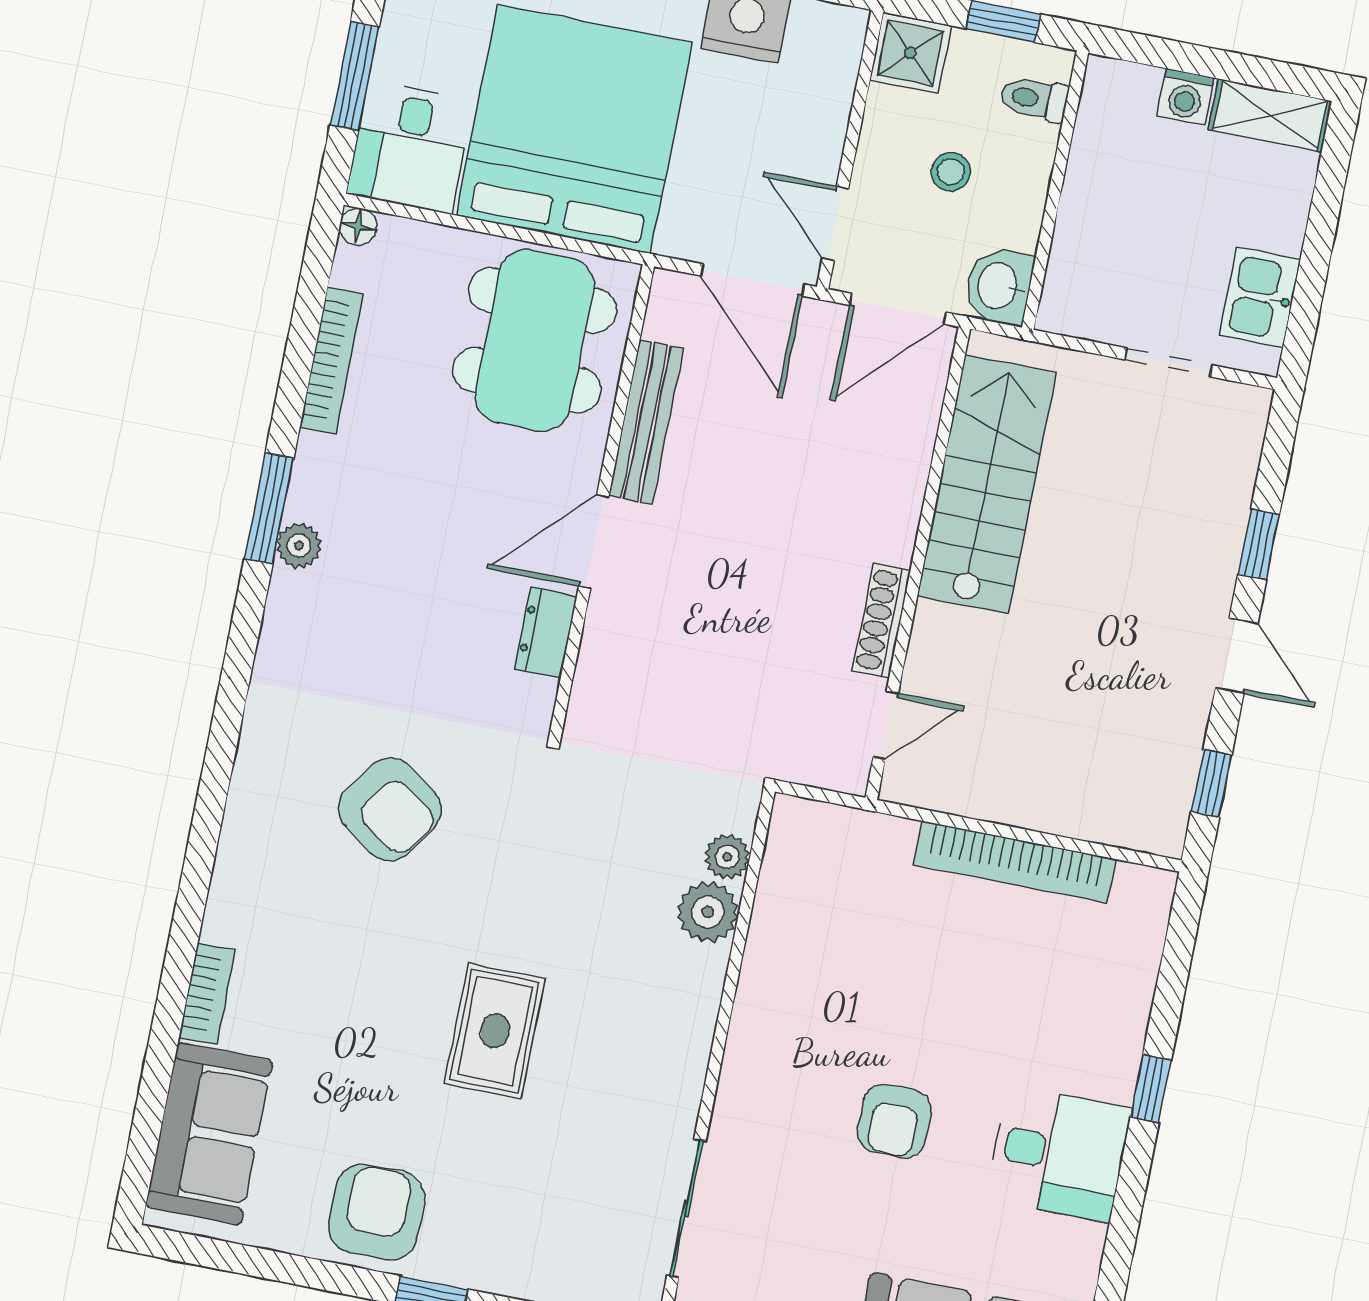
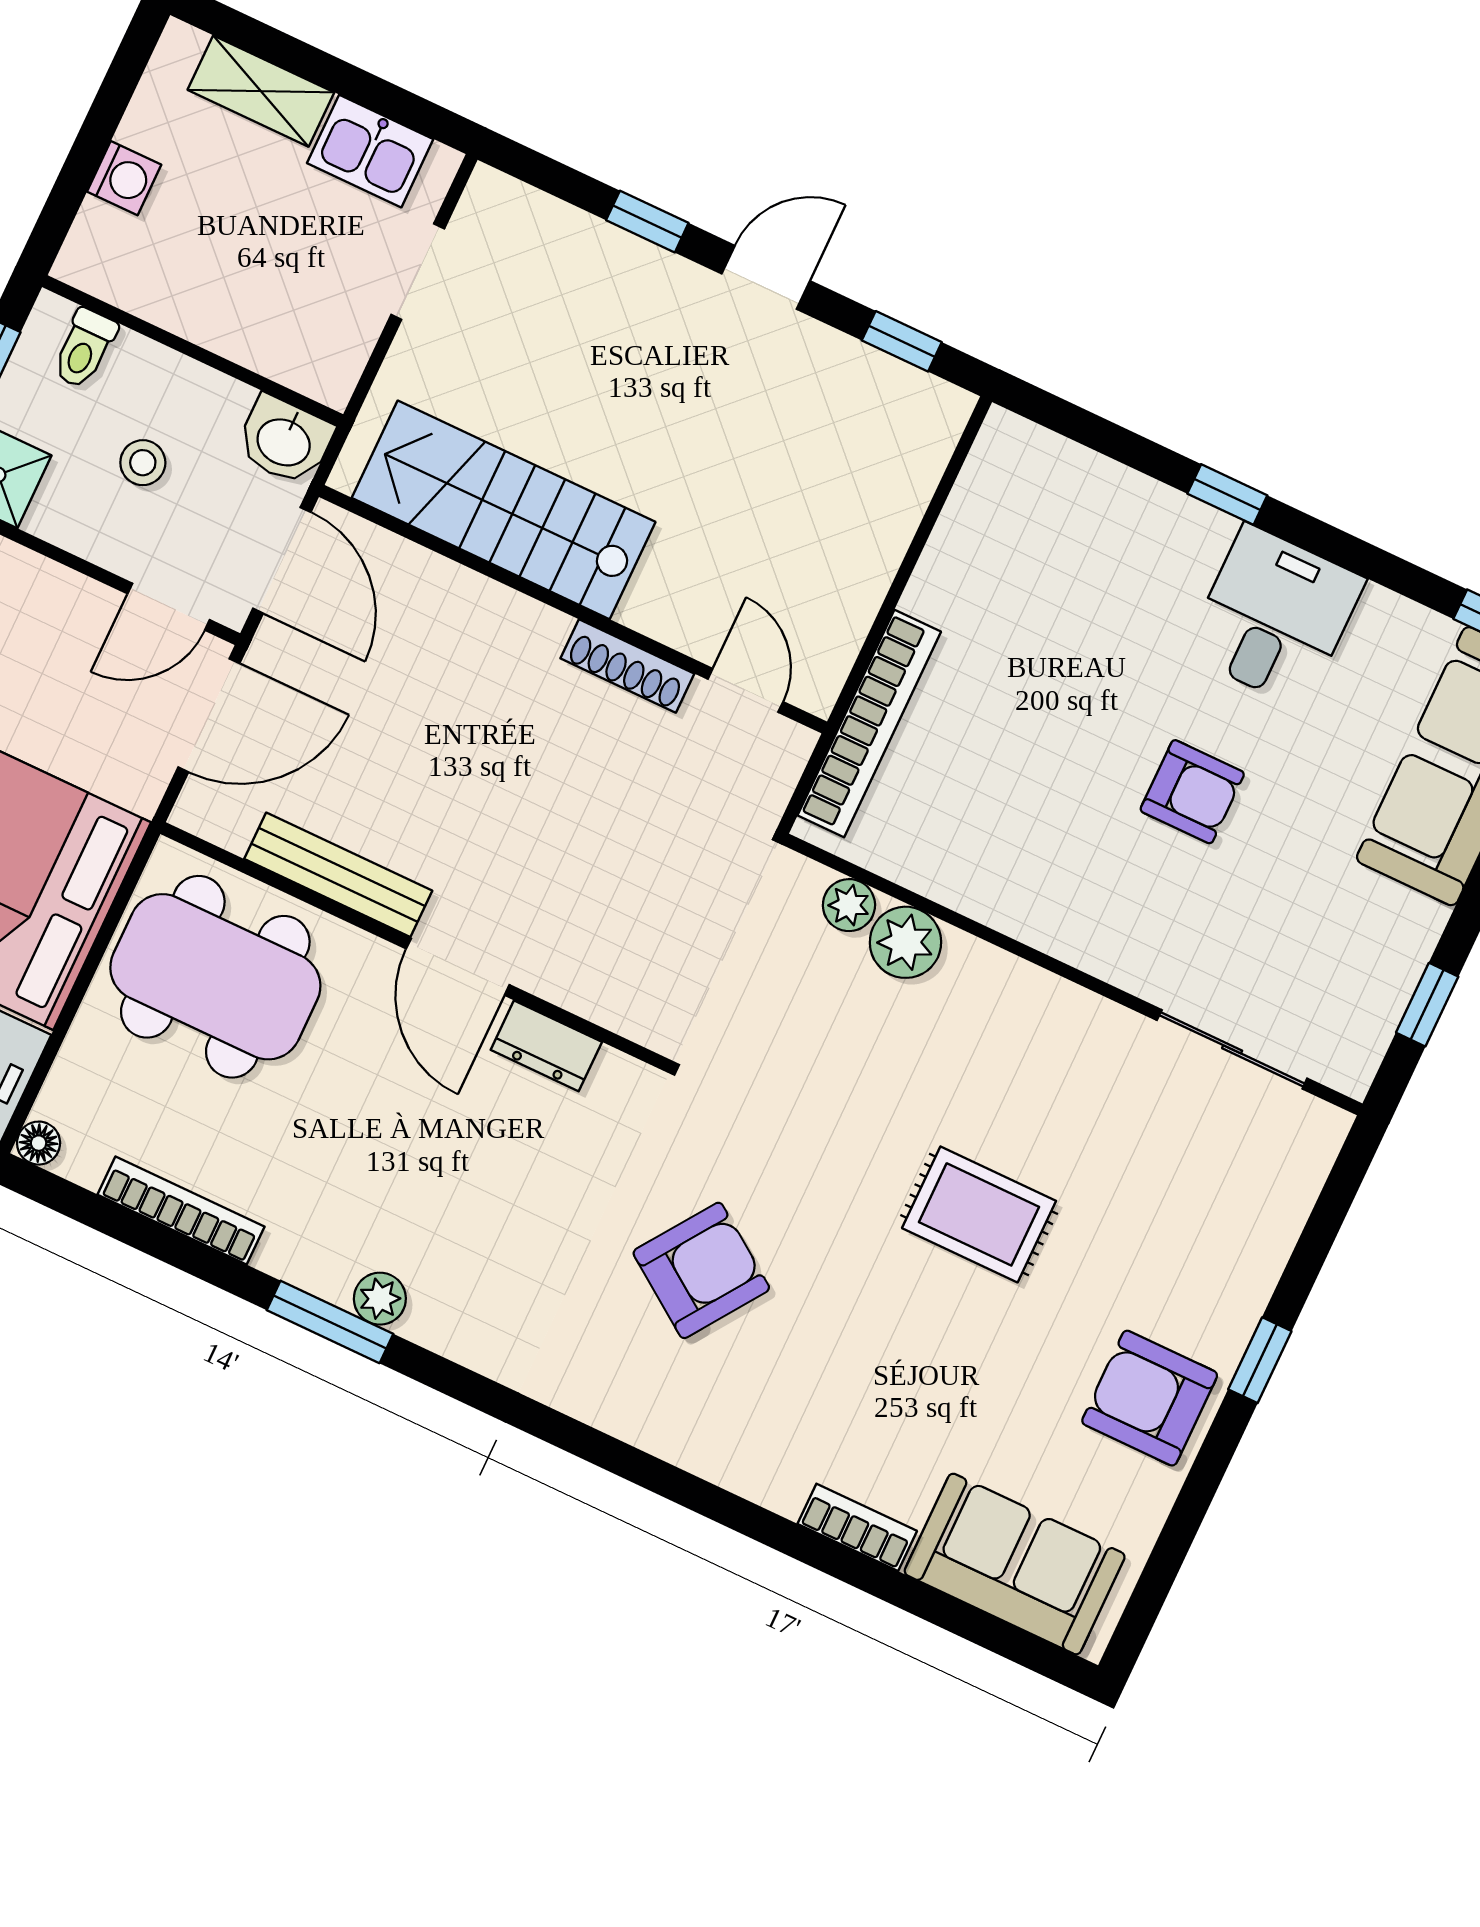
shelving: (1270, 115) -> (261, 91), moved, turned 90
bookcase: (1015, 862) -> (869, 724), moved

